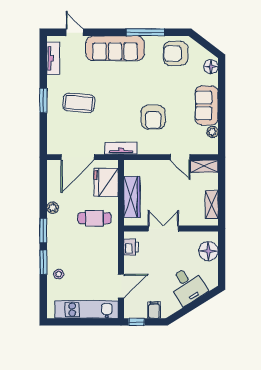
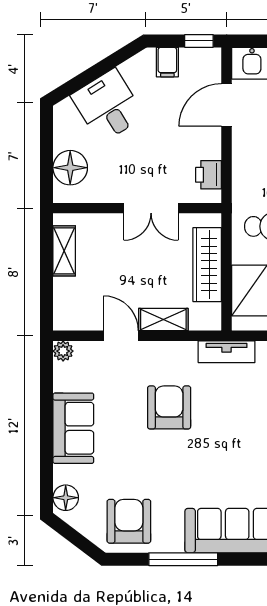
armchair: (176, 53) -> (129, 521), turned -90
plant: (212, 132) -> (63, 351), moved
shelving: (204, 166) -> (163, 320), moved

